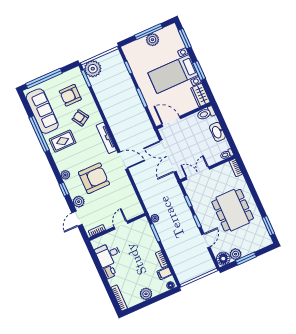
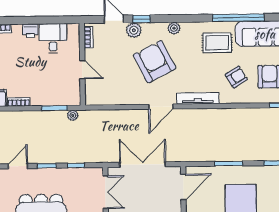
rug: (63, 141) -> (217, 43), turned 90
armchair: (94, 178) -> (155, 62), turned 153
window: (64, 189) -> (142, 19), moved
door: (206, 241) -> (18, 166), swing flipped

